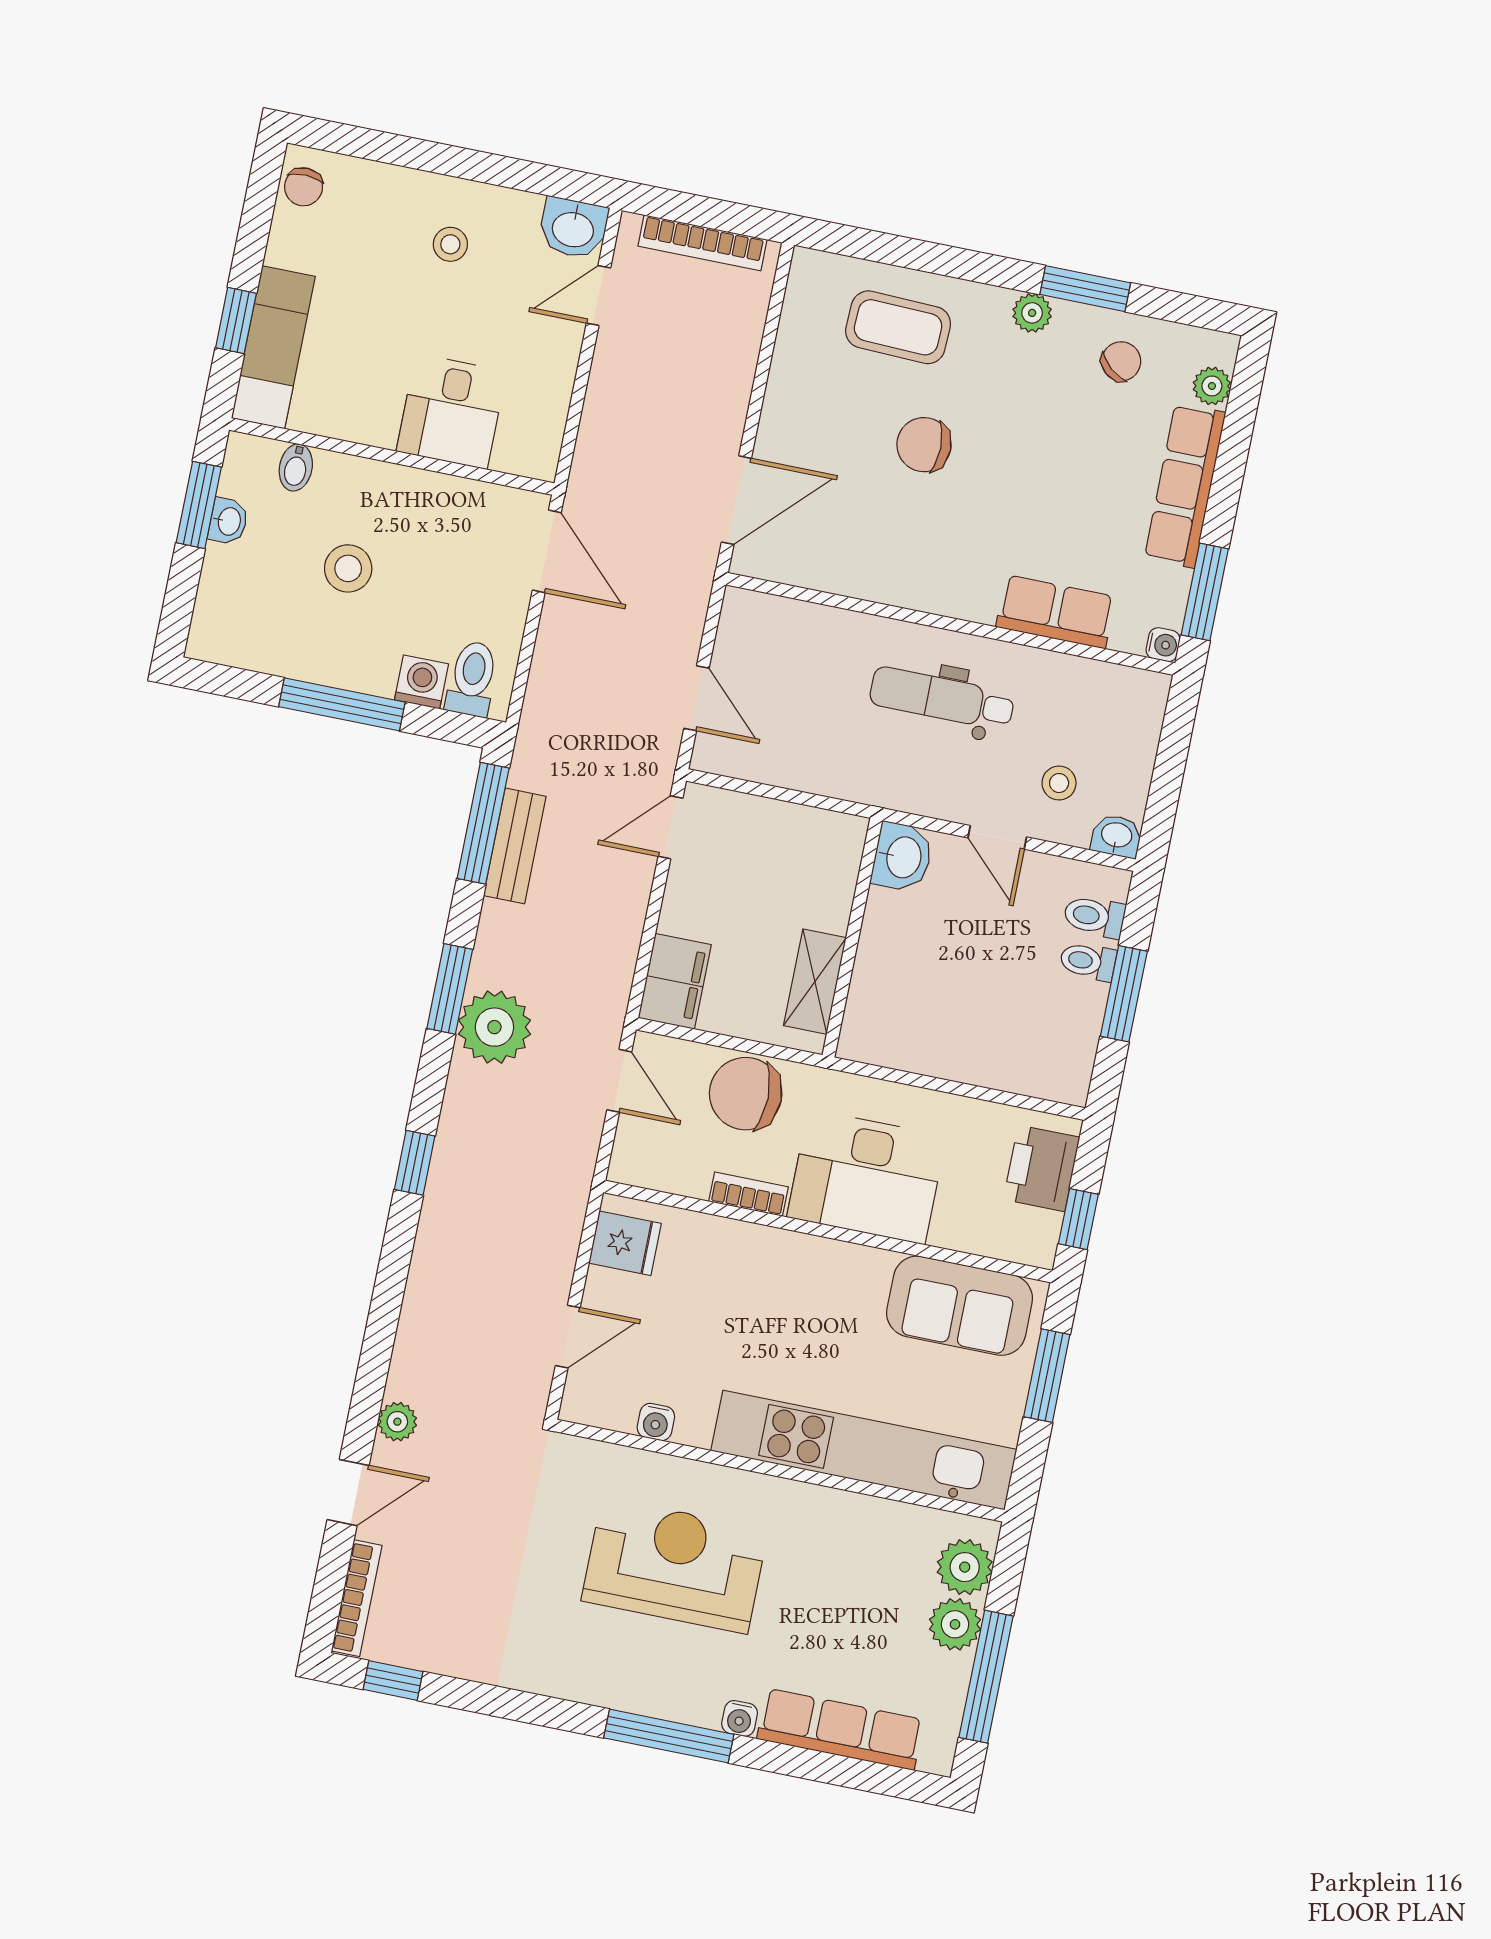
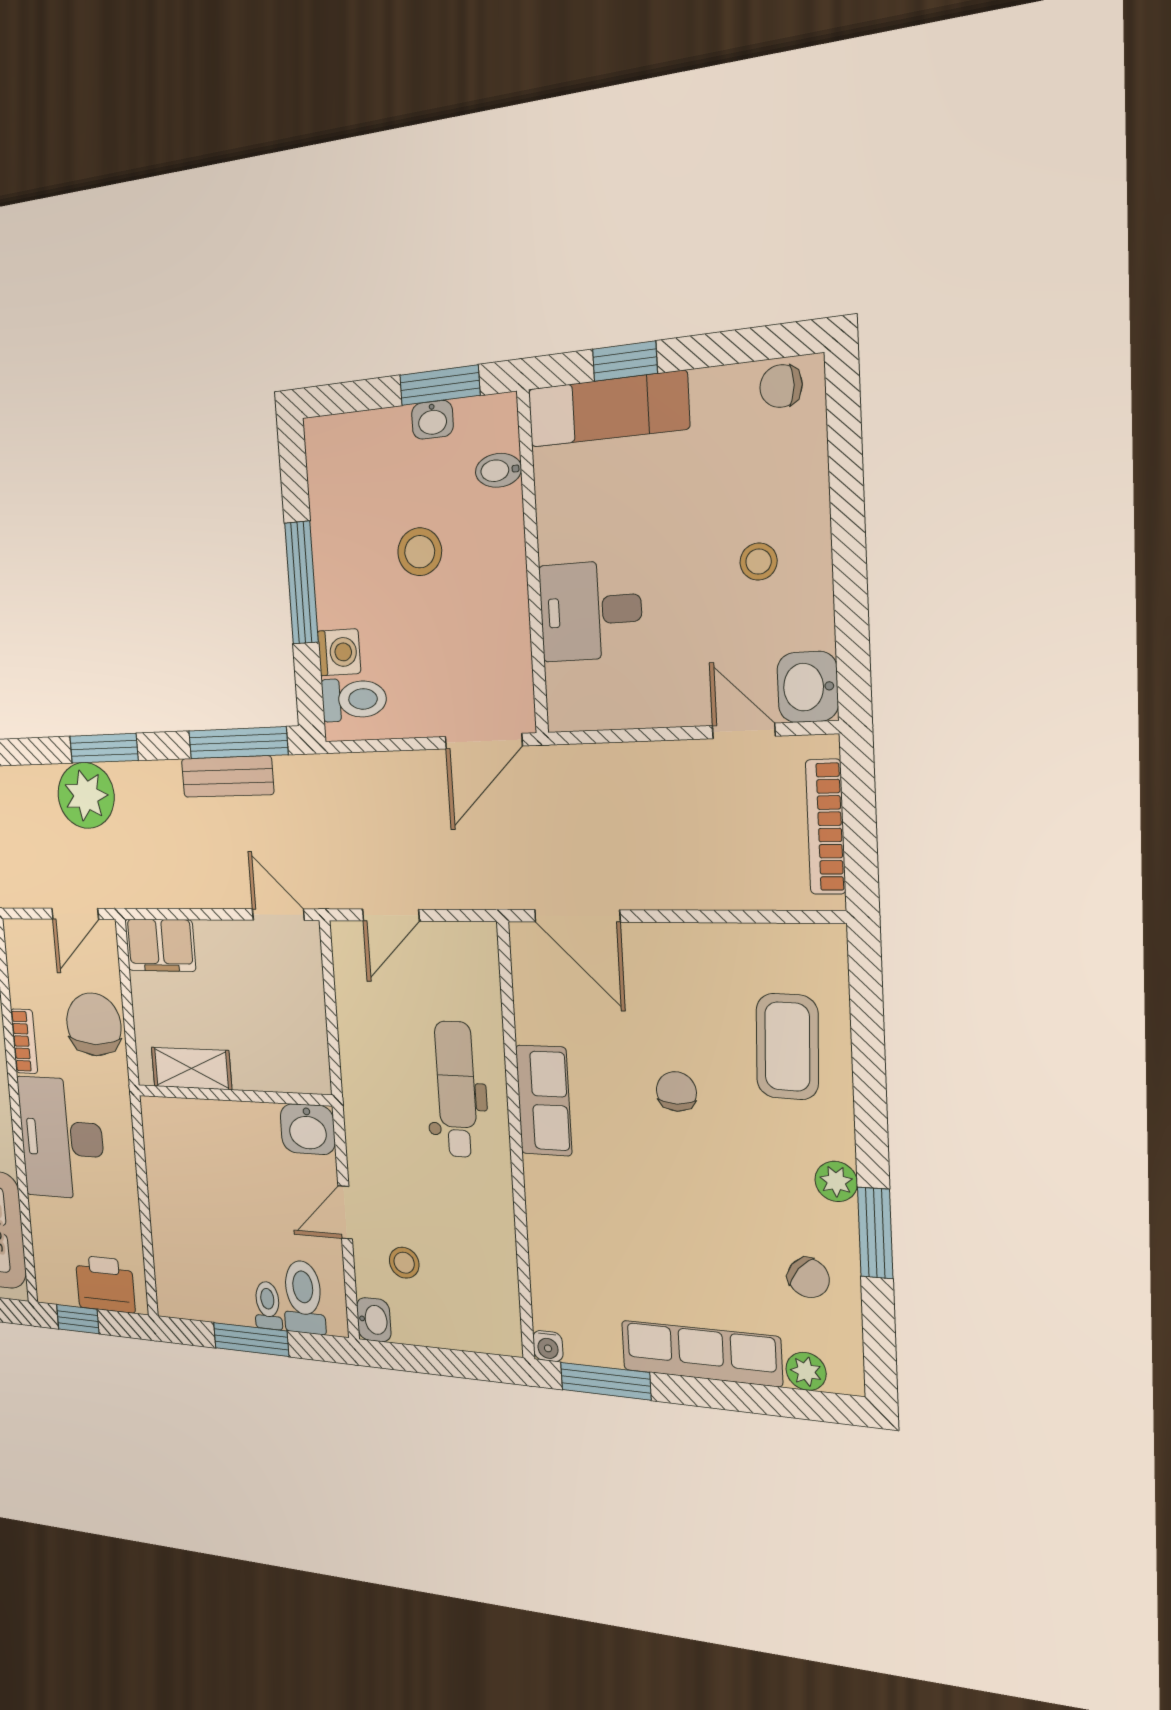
chair: (924, 445) -> (676, 1091), width x0.73, depth x0.73
row of seats: (1056, 612) -> (544, 1101), moved
dental chair: (942, 698) -> (456, 1089), moved
toilet: (1094, 916) -> (303, 1297), width x1.37, depth x1.39

